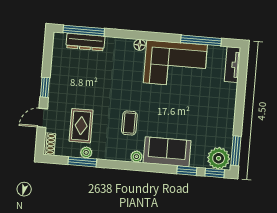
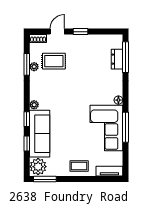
window: (201, 40) -> (126, 127), moved
dresser: (85, 42) -> (117, 59), width x0.70
door: (42, 118) -> (57, 32), hinge flipped
coffee table: (129, 123) -> (79, 166), moved
sofa: (167, 152) -> (40, 134), width x1.36
window: (215, 173) -> (27, 119), moved

